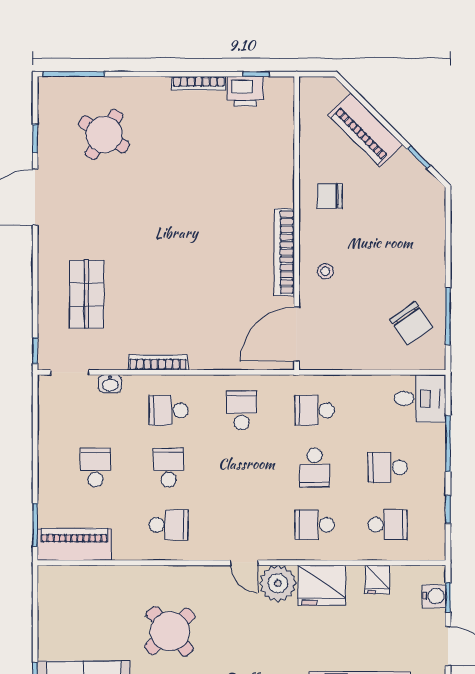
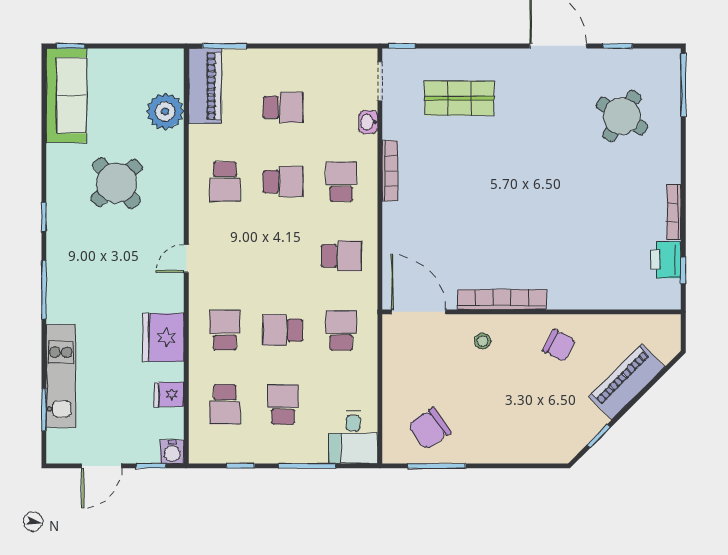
chair: (330, 196) -> (559, 345), turned 118
plant: (278, 583) -> (165, 111), moved
water cooler: (434, 596) -> (172, 452), moved

